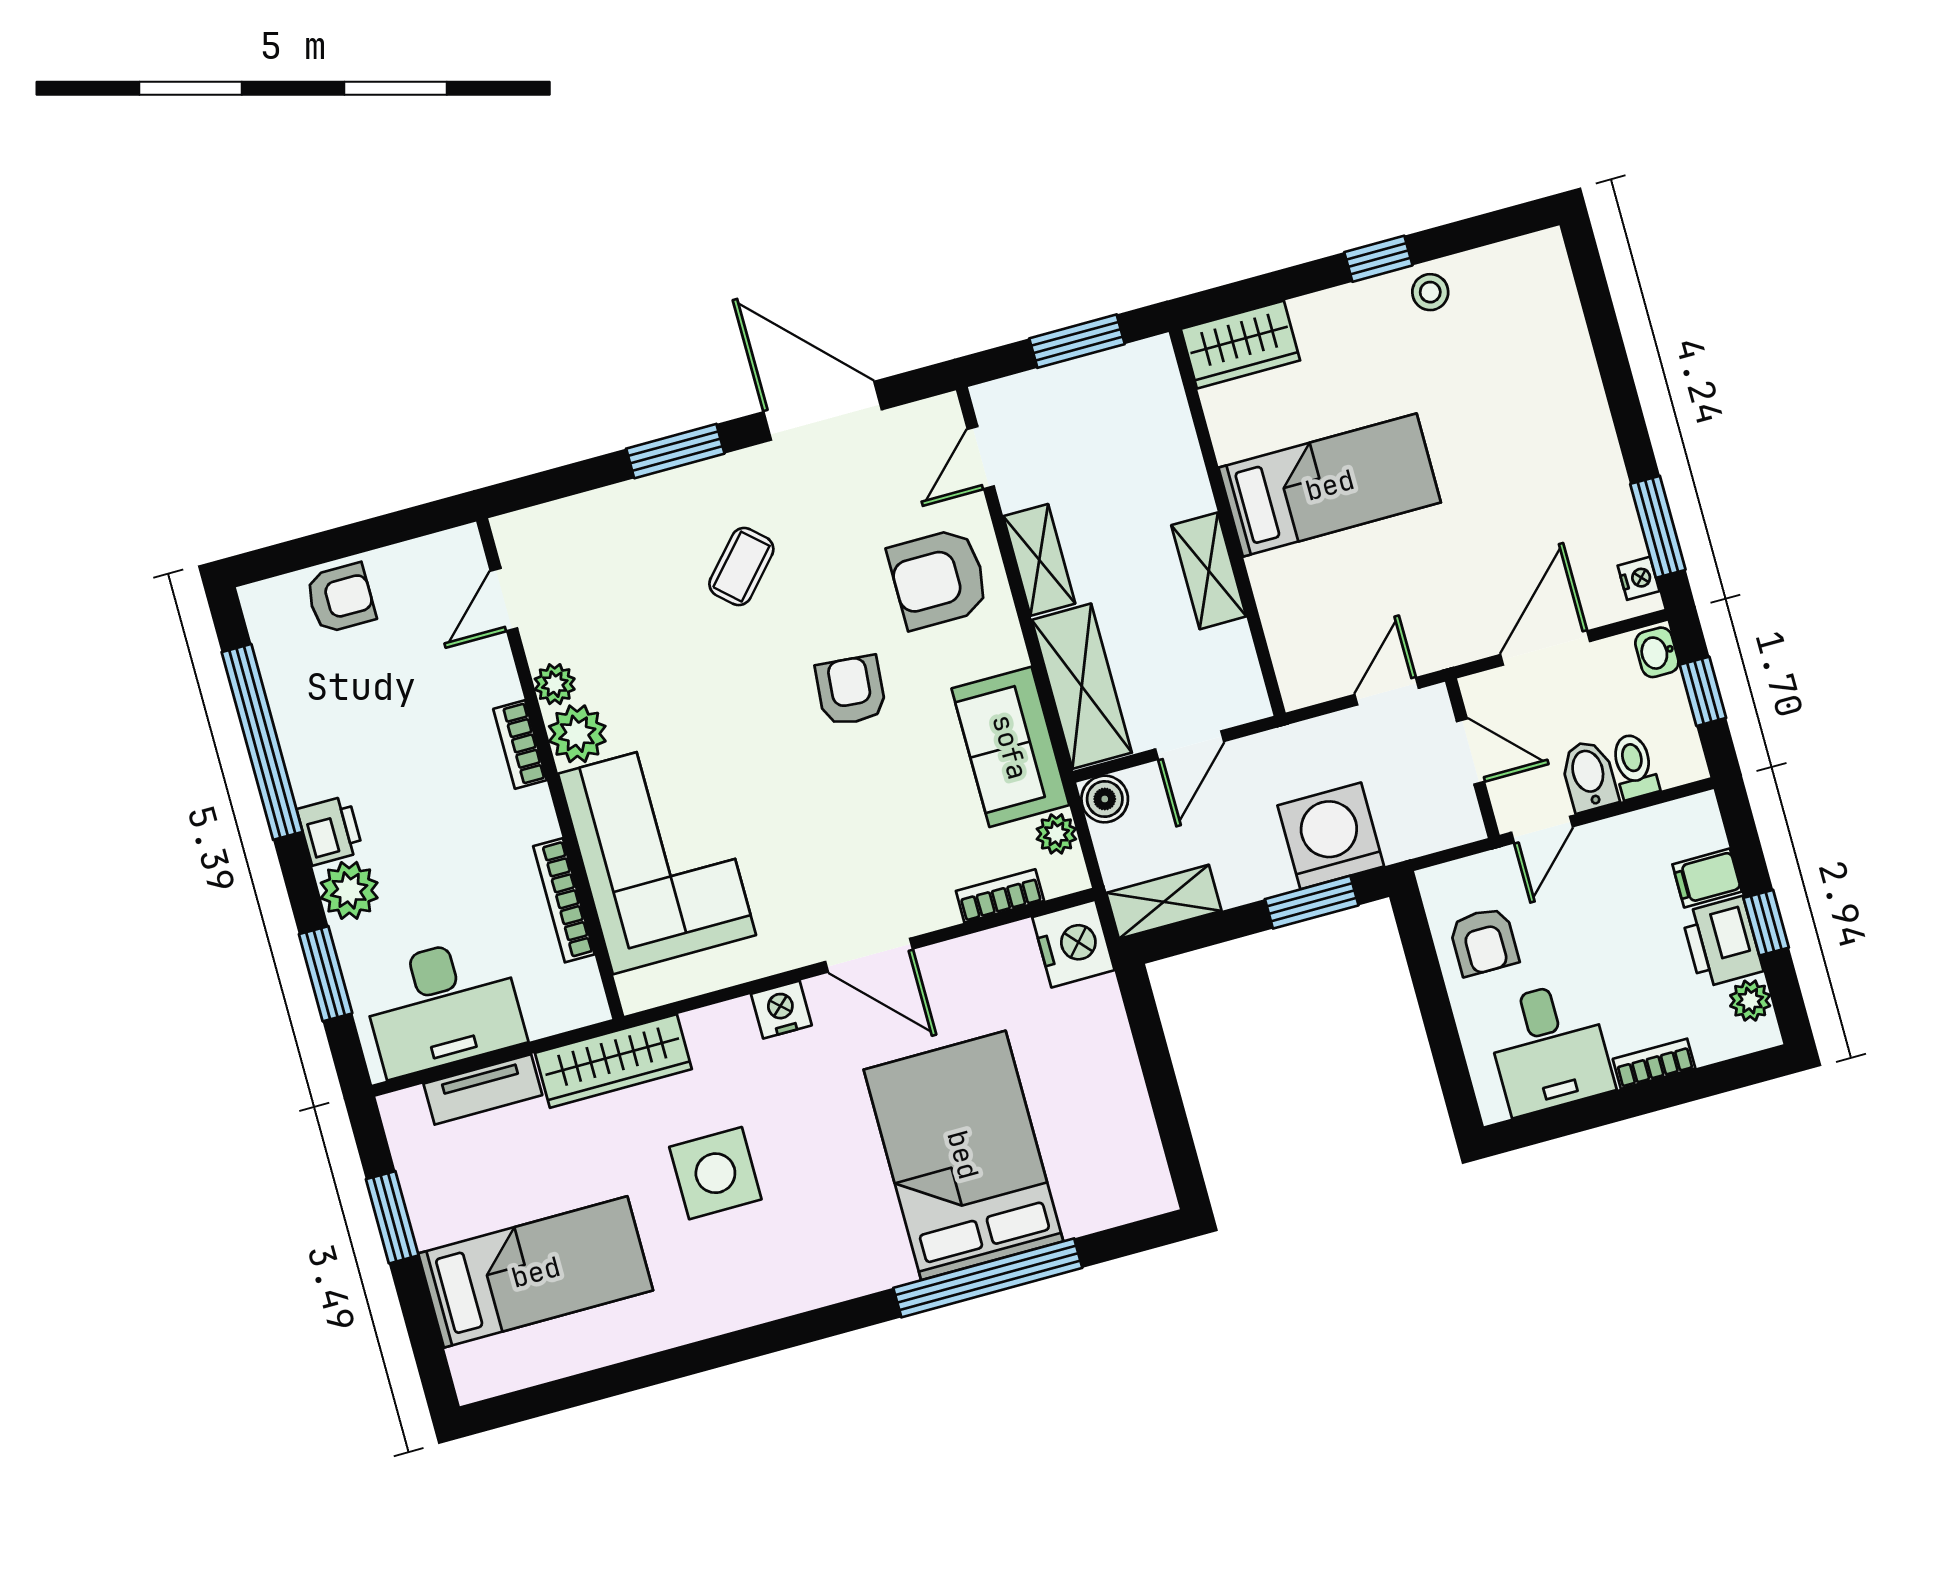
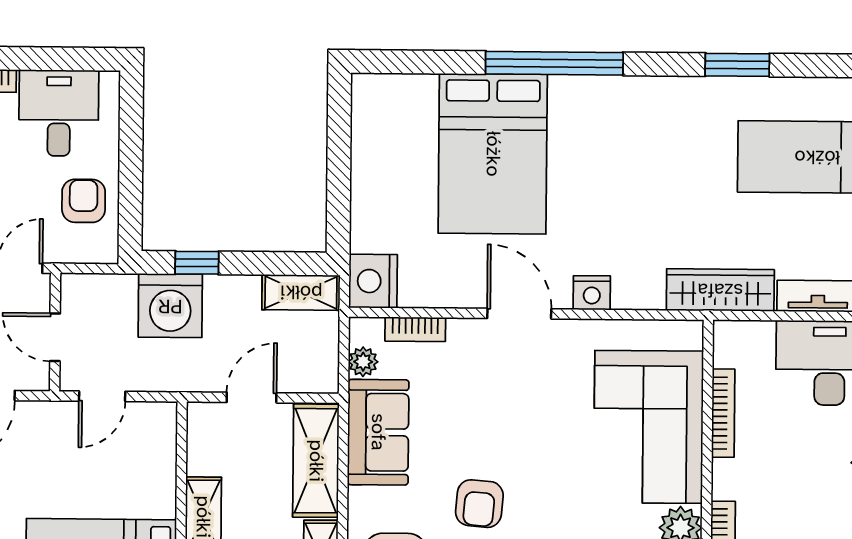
boiler: (1105, 799) -> (322, 377), removed
window: (1312, 902) -> (197, 263), width x0.67
side table: (715, 1173) -> (671, 191), removed
window: (988, 1278) -> (554, 63), moved
window: (675, 1364) -> (737, 65), added

